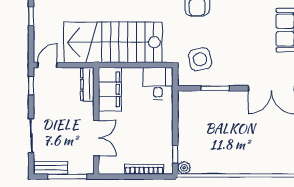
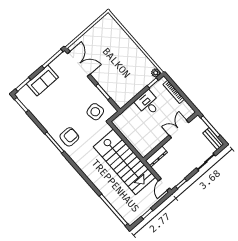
door: (47, 65) -> (164, 185), hinge flipped
desk: (158, 84) -> (148, 103), moved, turned 90
filing cabinet: (110, 89) -> (149, 143), removed

